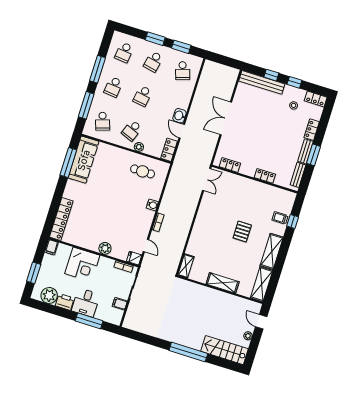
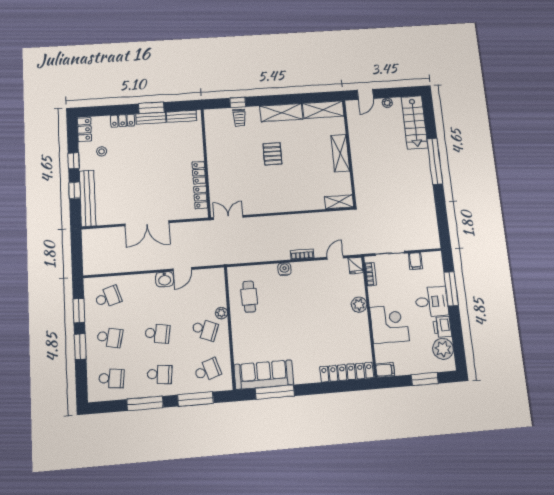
locker: (169, 150) -> (211, 275), removed
locker: (265, 176) -> (199, 173), moved
pallet: (242, 232) -> (272, 154), turned 90

